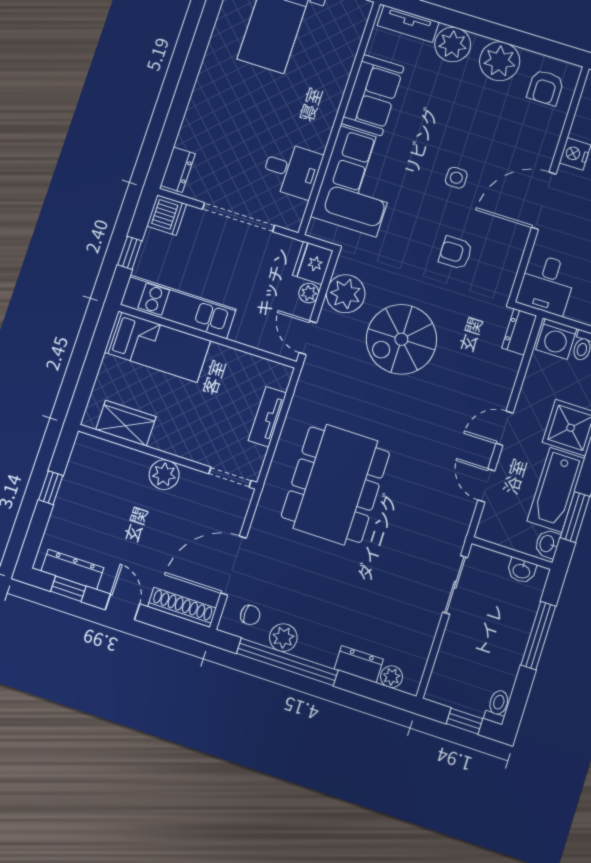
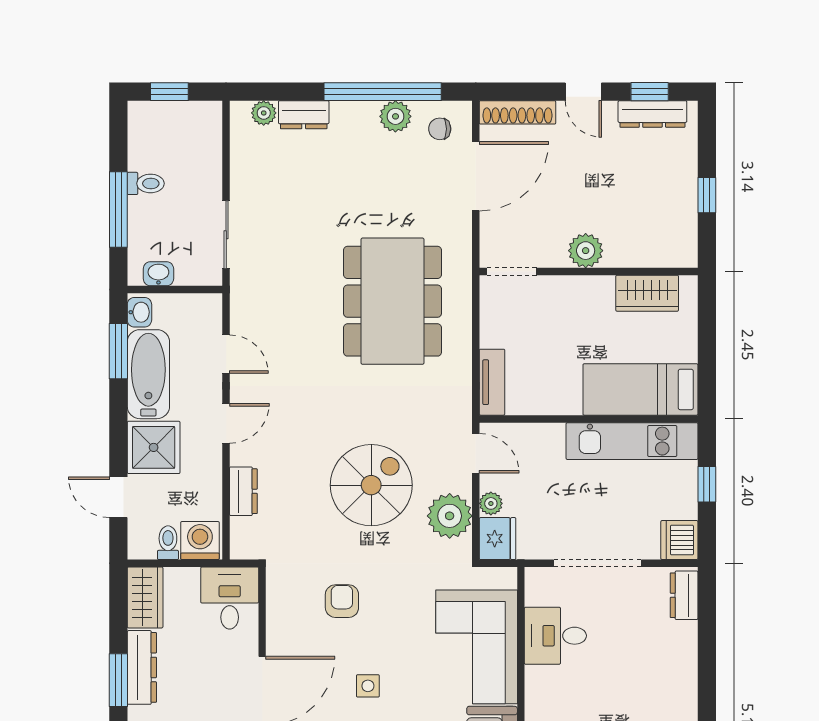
armchair: (455, 253) -> (342, 601), turned -90
dresser: (519, 332) -> (243, 491), moved
tv unit: (267, 417) -> (492, 382), moved
toilet: (497, 707) -> (146, 183), moved, turned -90

